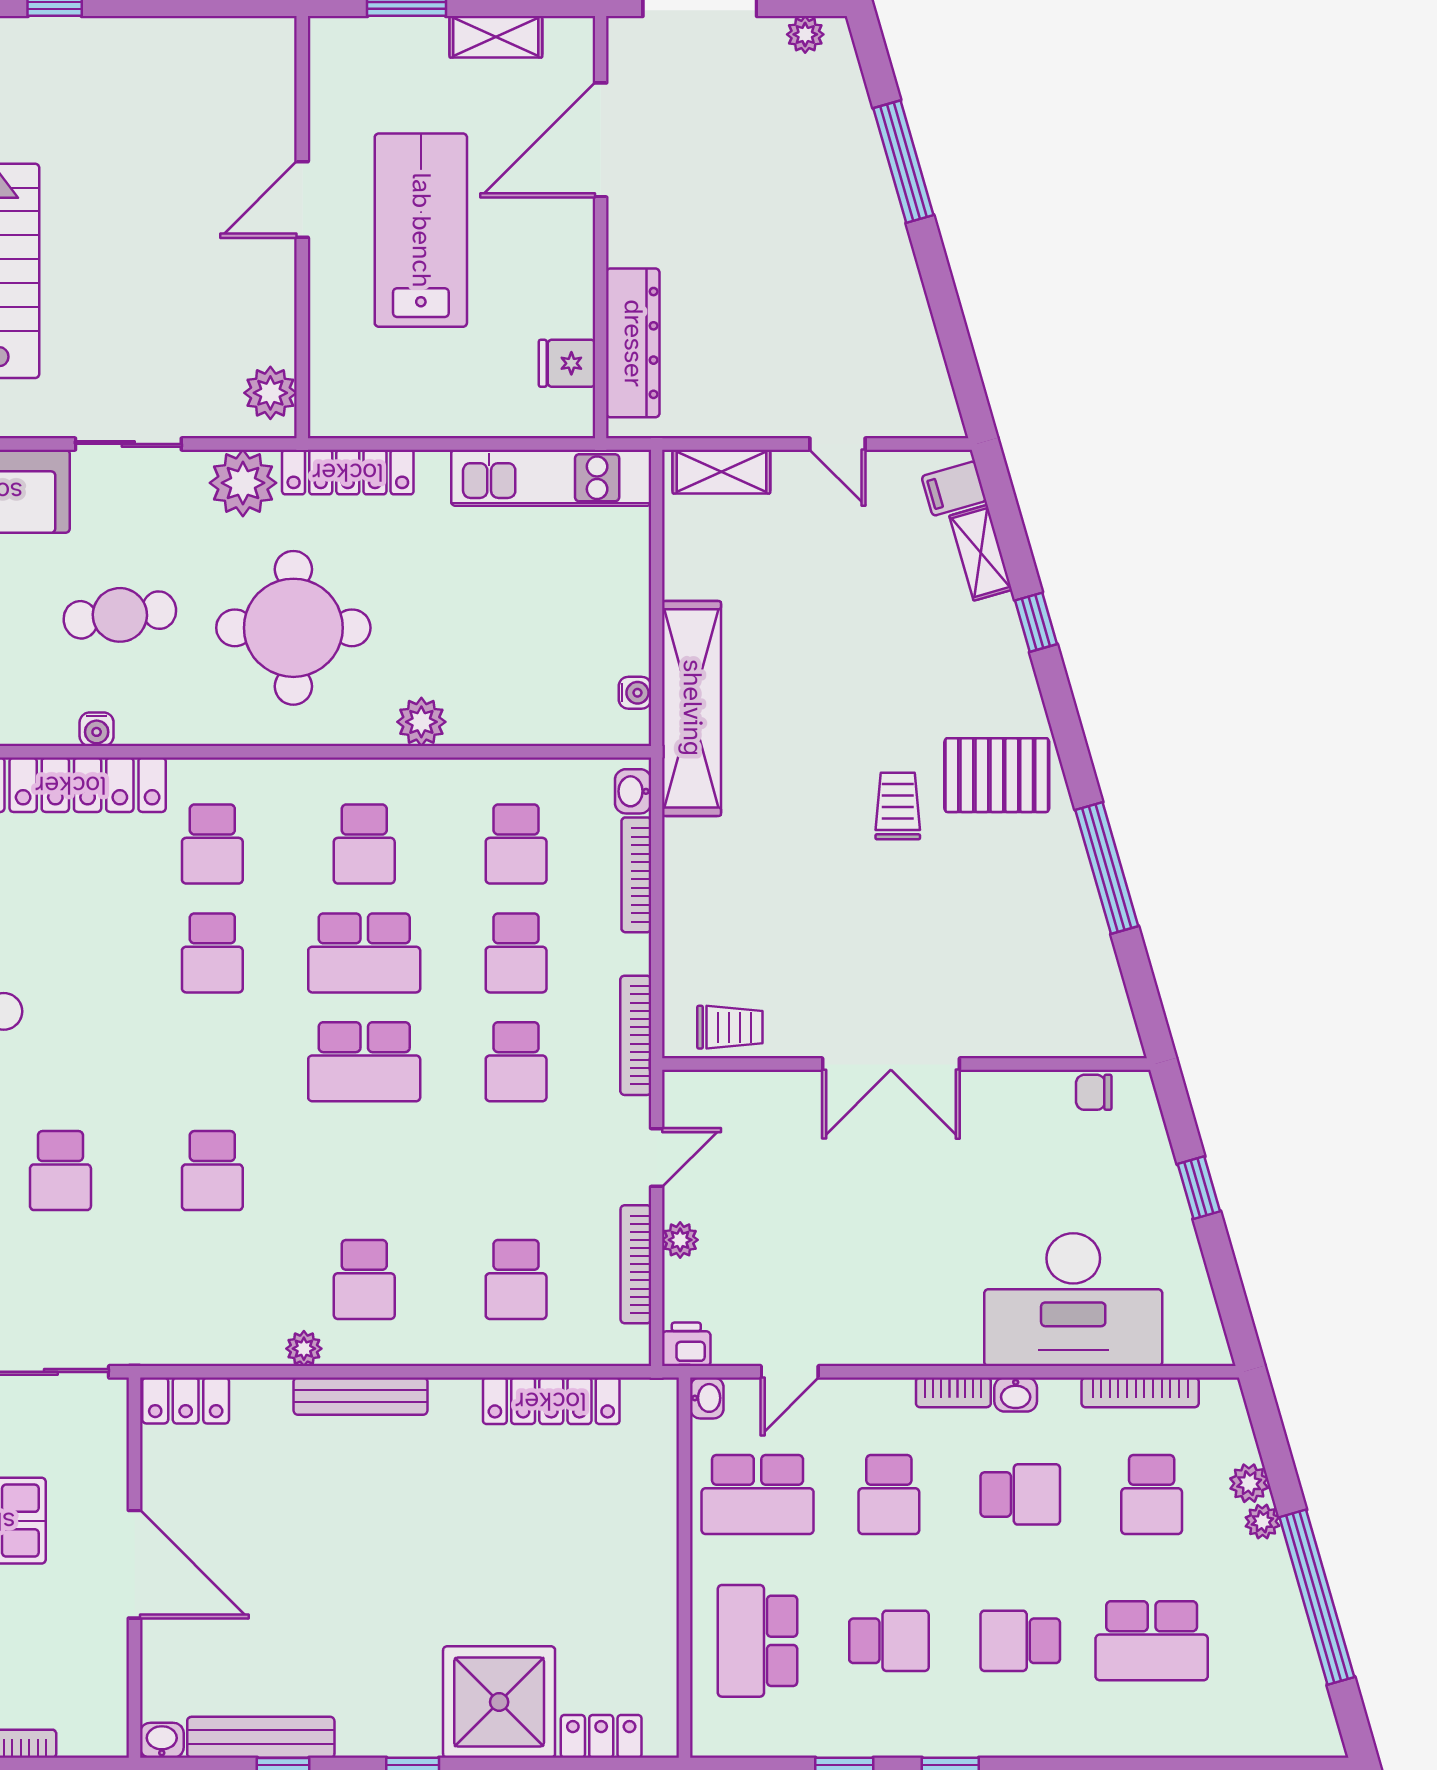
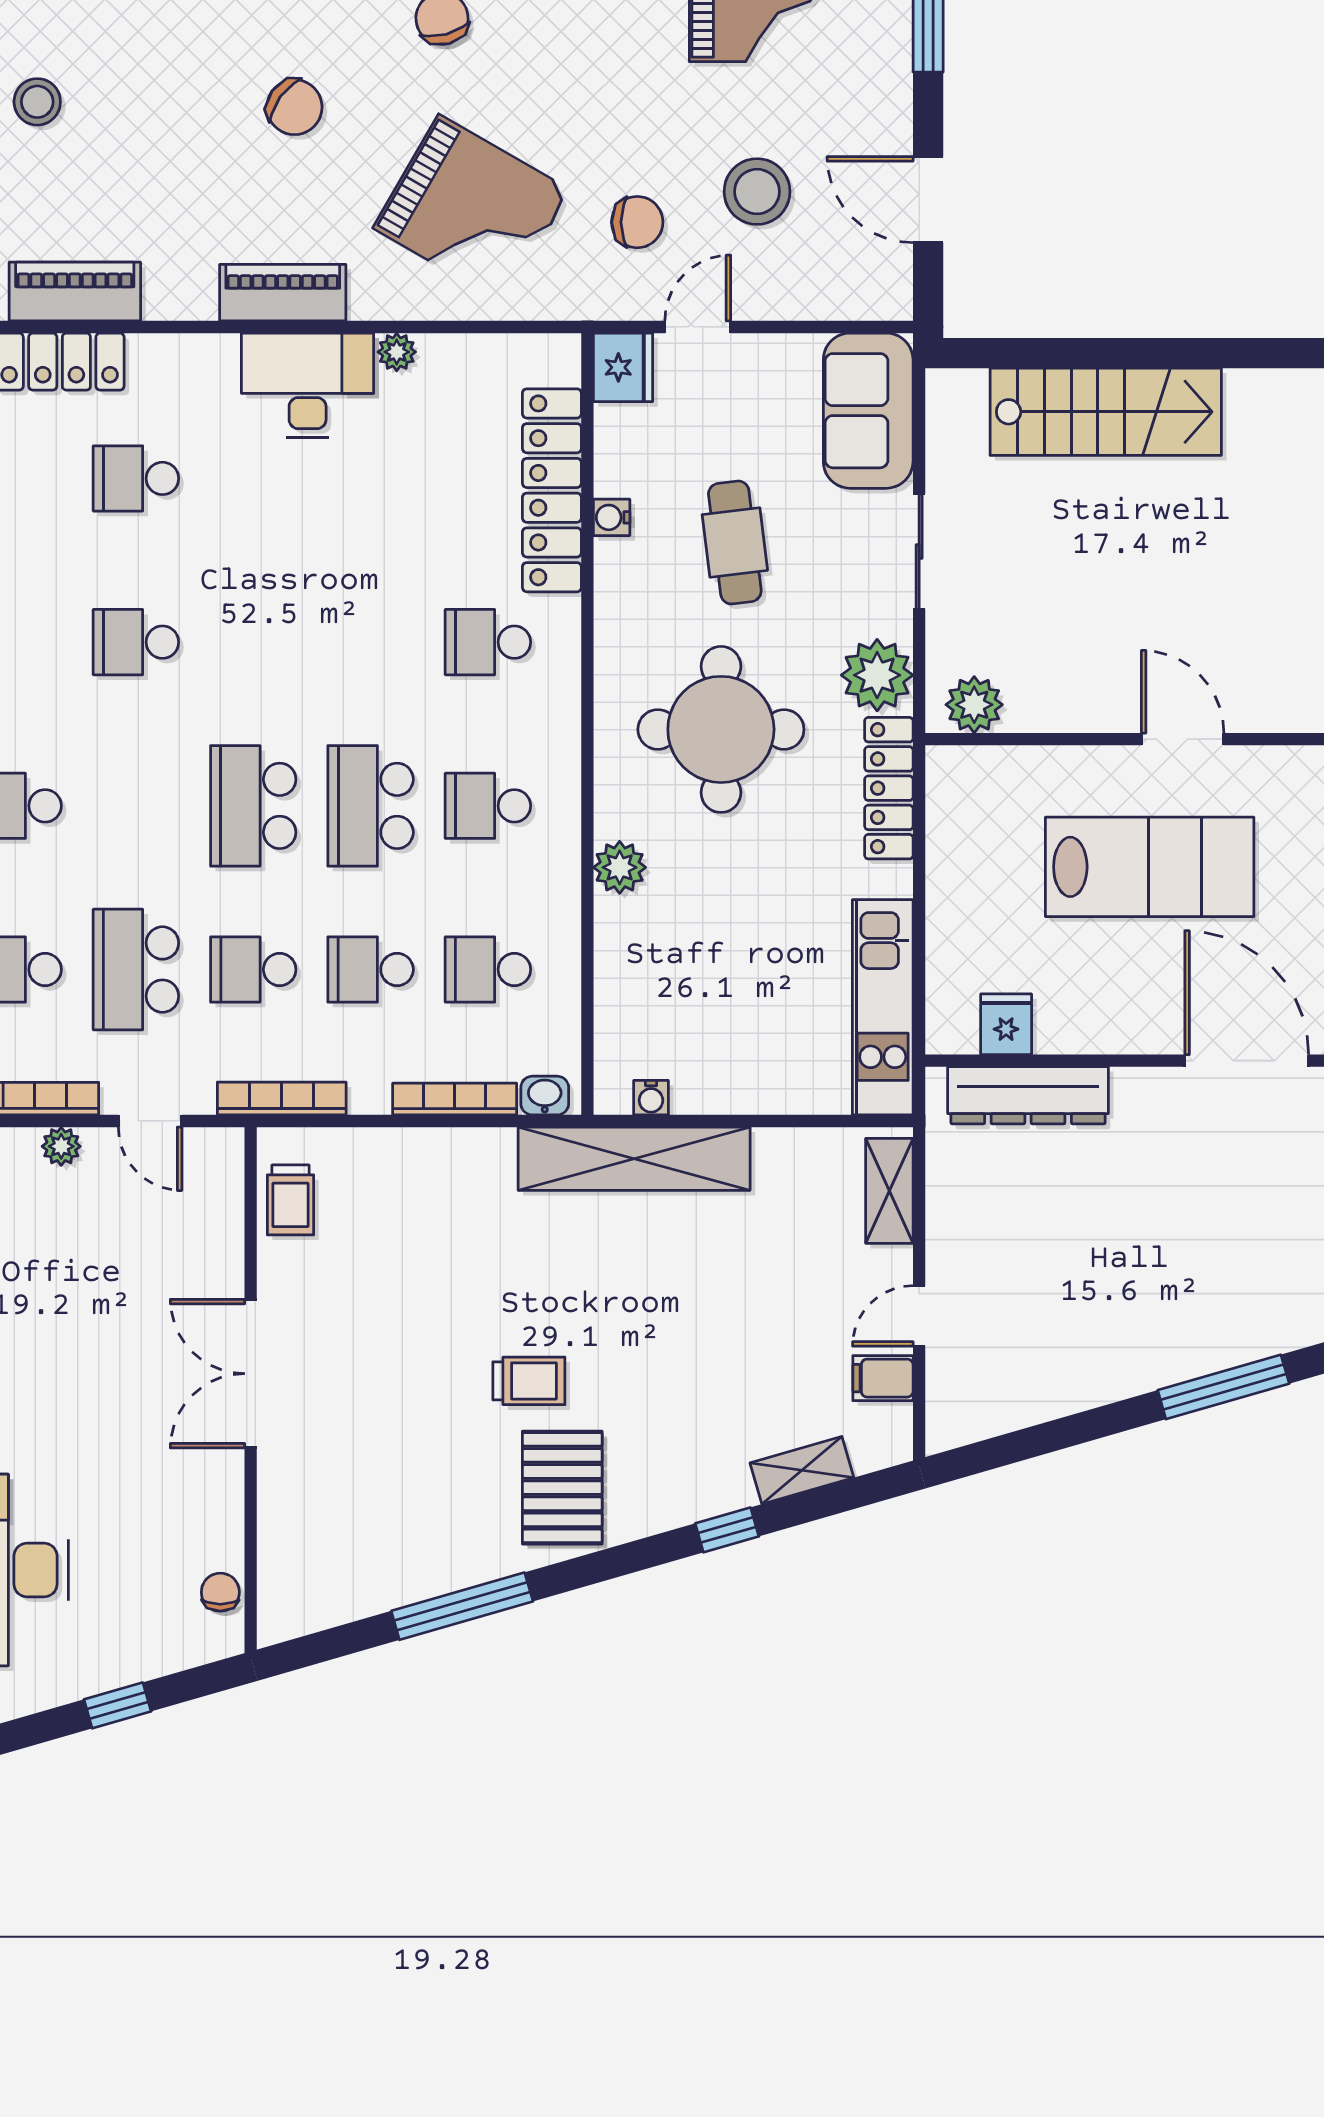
filing cabinet: (954, 489) -> (883, 1378), moved, turned -74
school desk: (212, 953) -> (136, 970), moved, width x1.85

